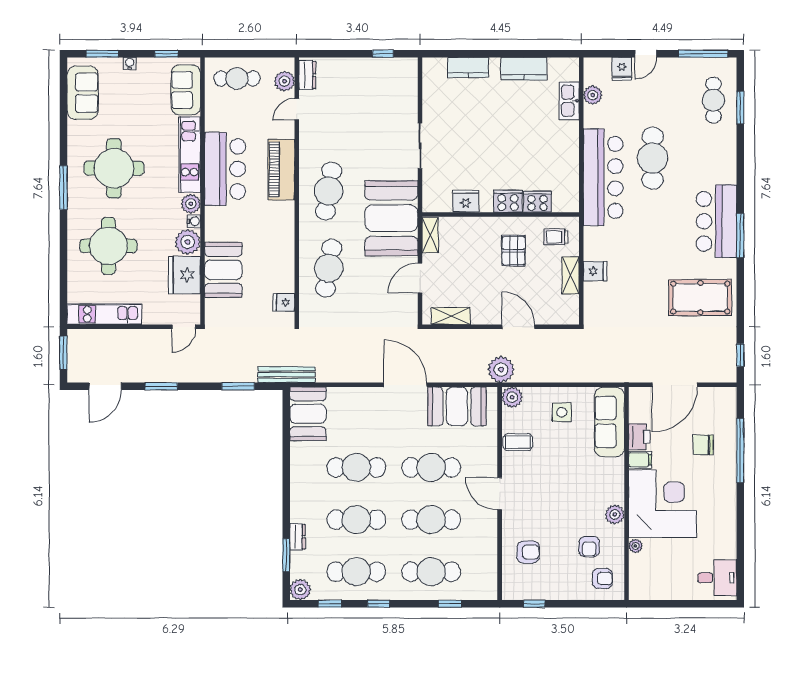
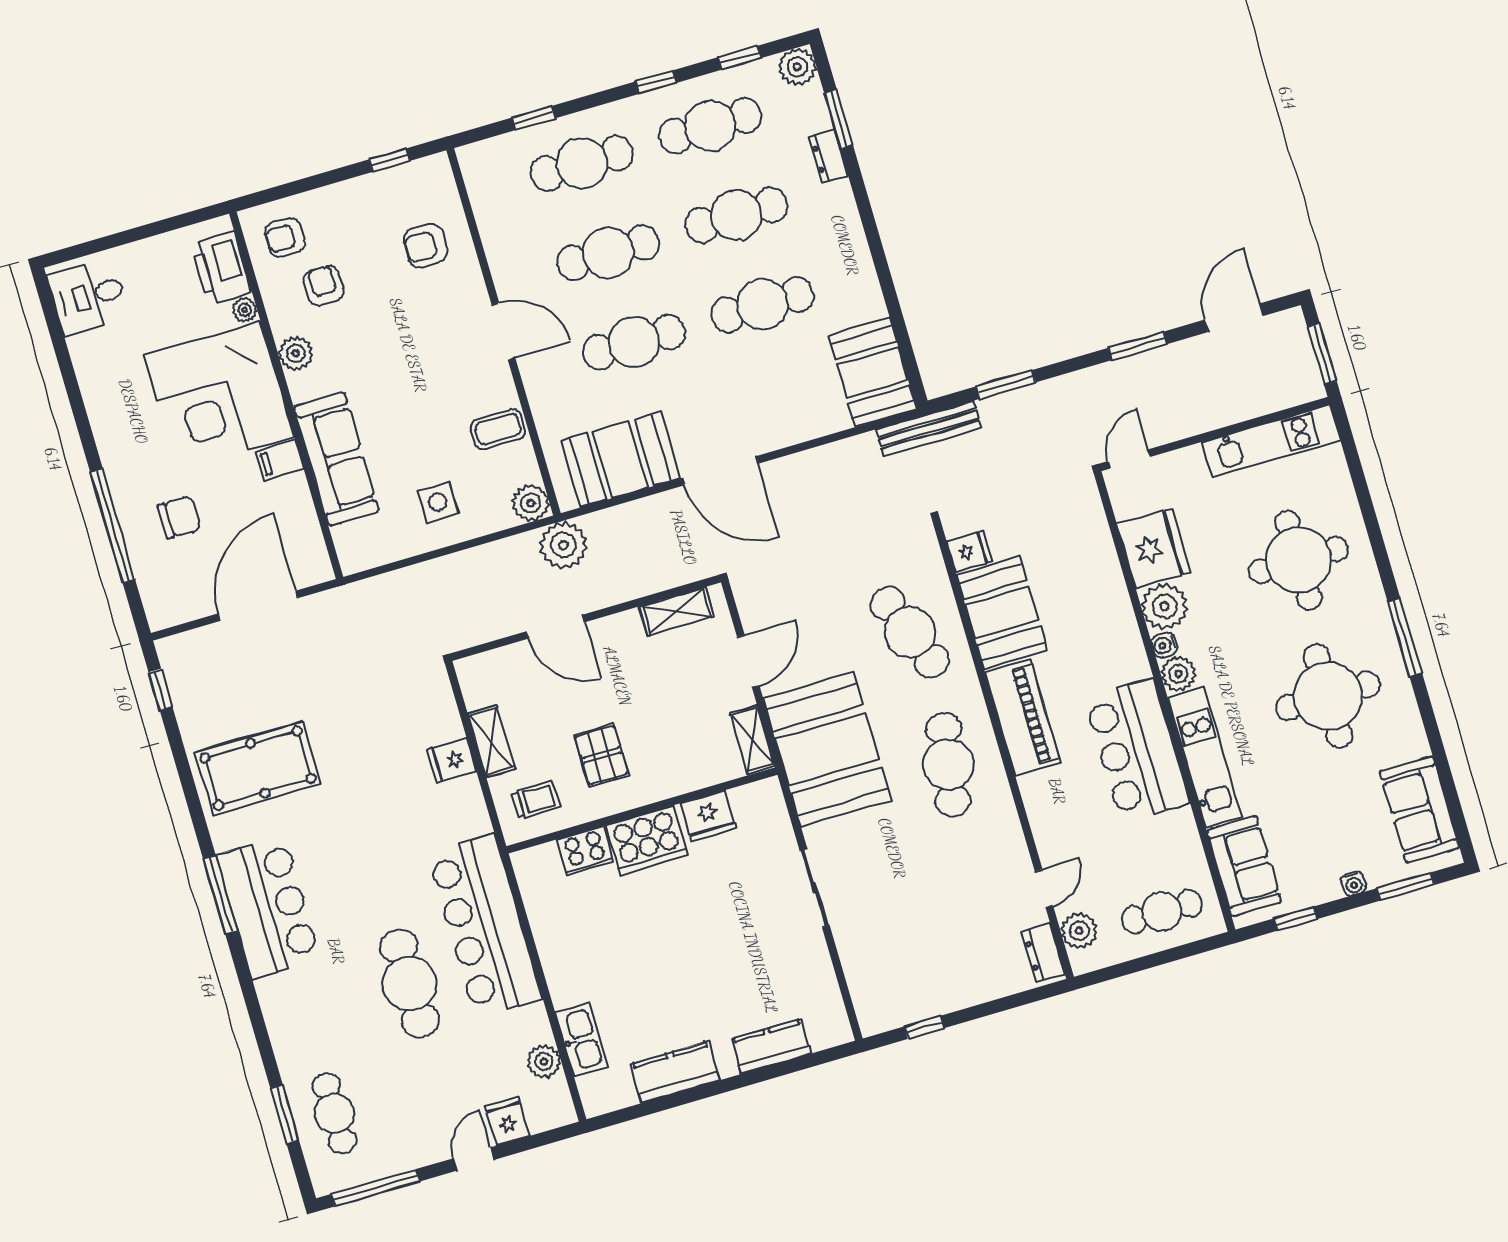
piano: (281, 170) -> (1023, 717), moved
cooker: (508, 201) -> (647, 840), width x1.37, depth x1.31
cafe table: (329, 268) -> (910, 632), turned -30
booth: (223, 270) -> (1002, 613), moved
sofa: (609, 422) -> (337, 459), moved
printer: (639, 437) -> (221, 268), moved, width x1.37, depth x1.19

